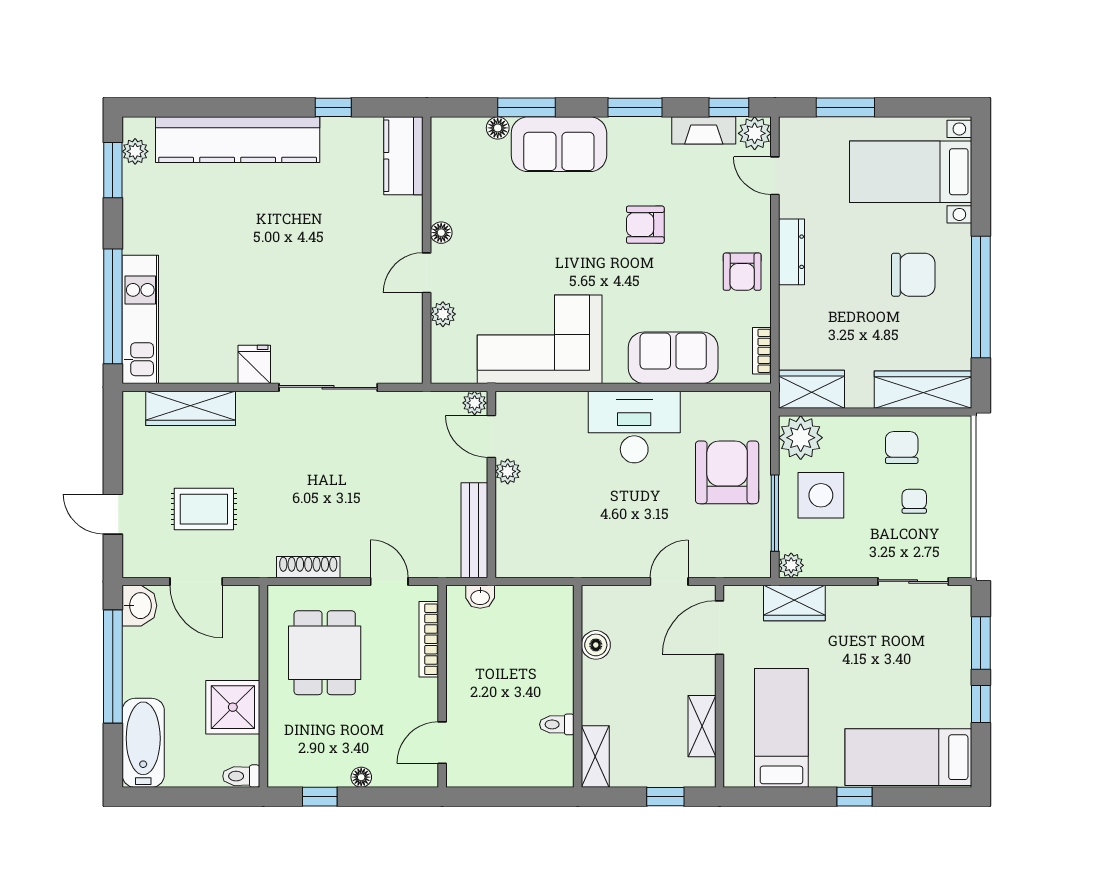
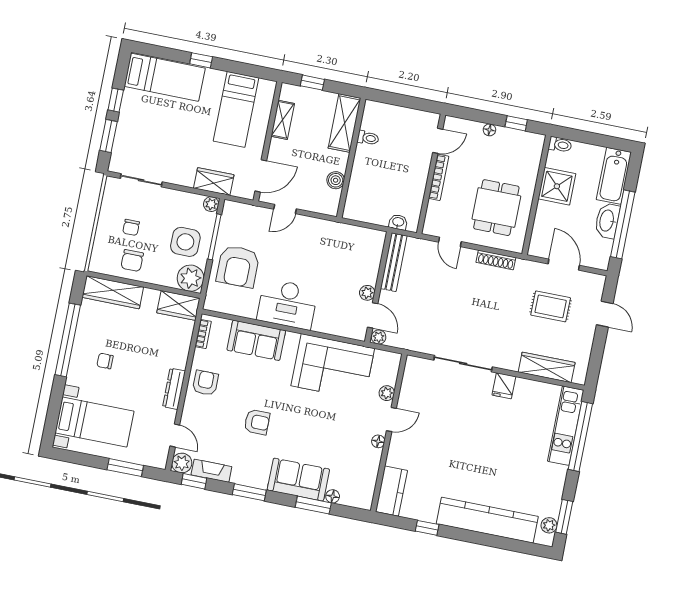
chair: (913, 275) -> (105, 361), width x0.54, depth x0.54
washbasin: (139, 606) -> (607, 221), moved, width x1.38
bookcase: (429, 639) -> (439, 177), moved
shelving: (595, 756) -> (345, 123), width x1.50, depth x1.33

